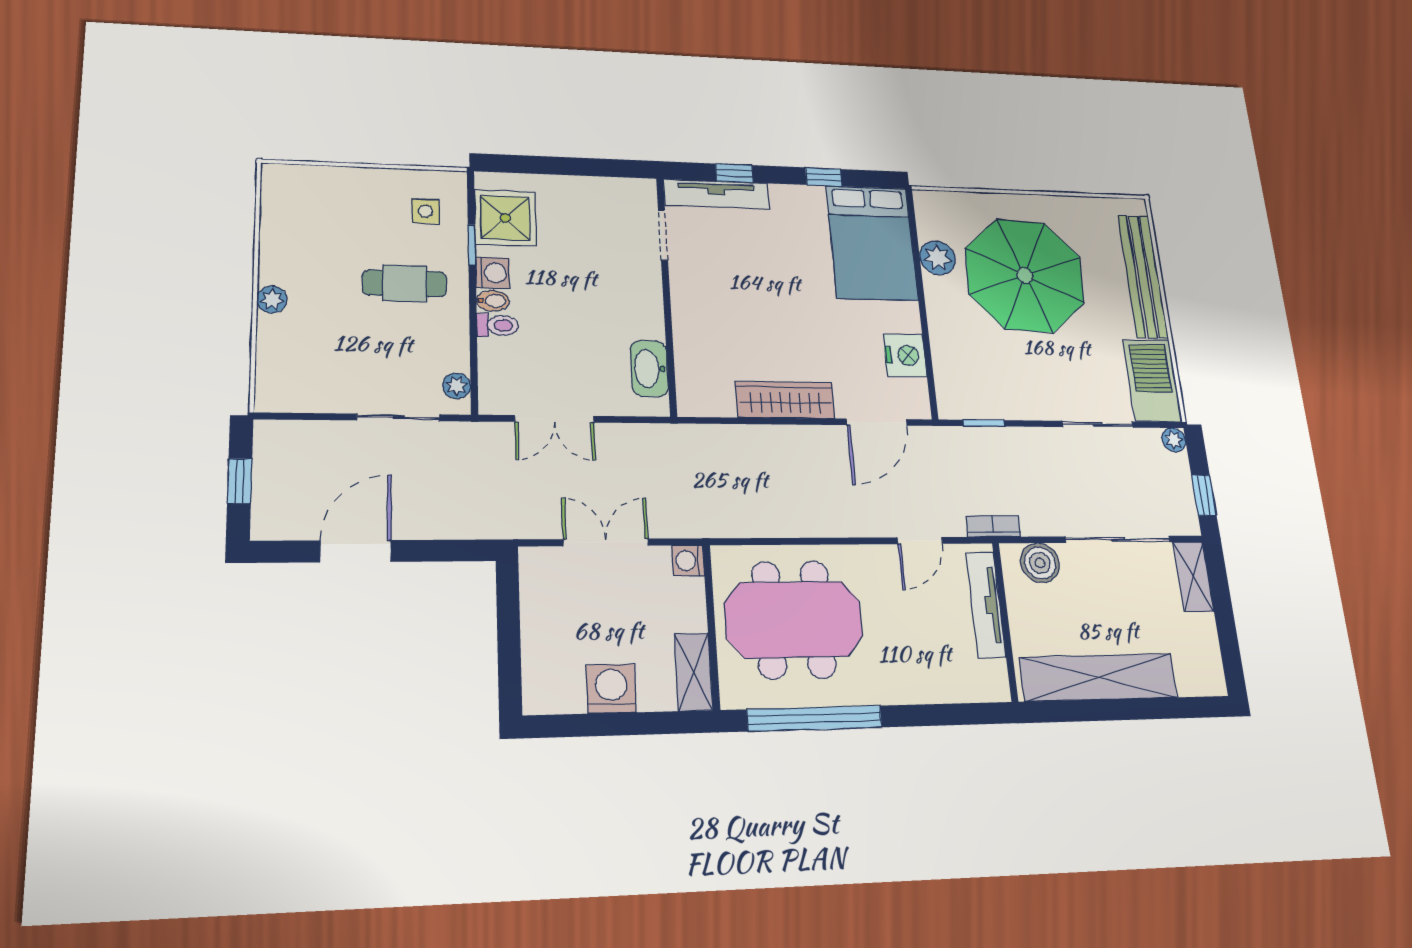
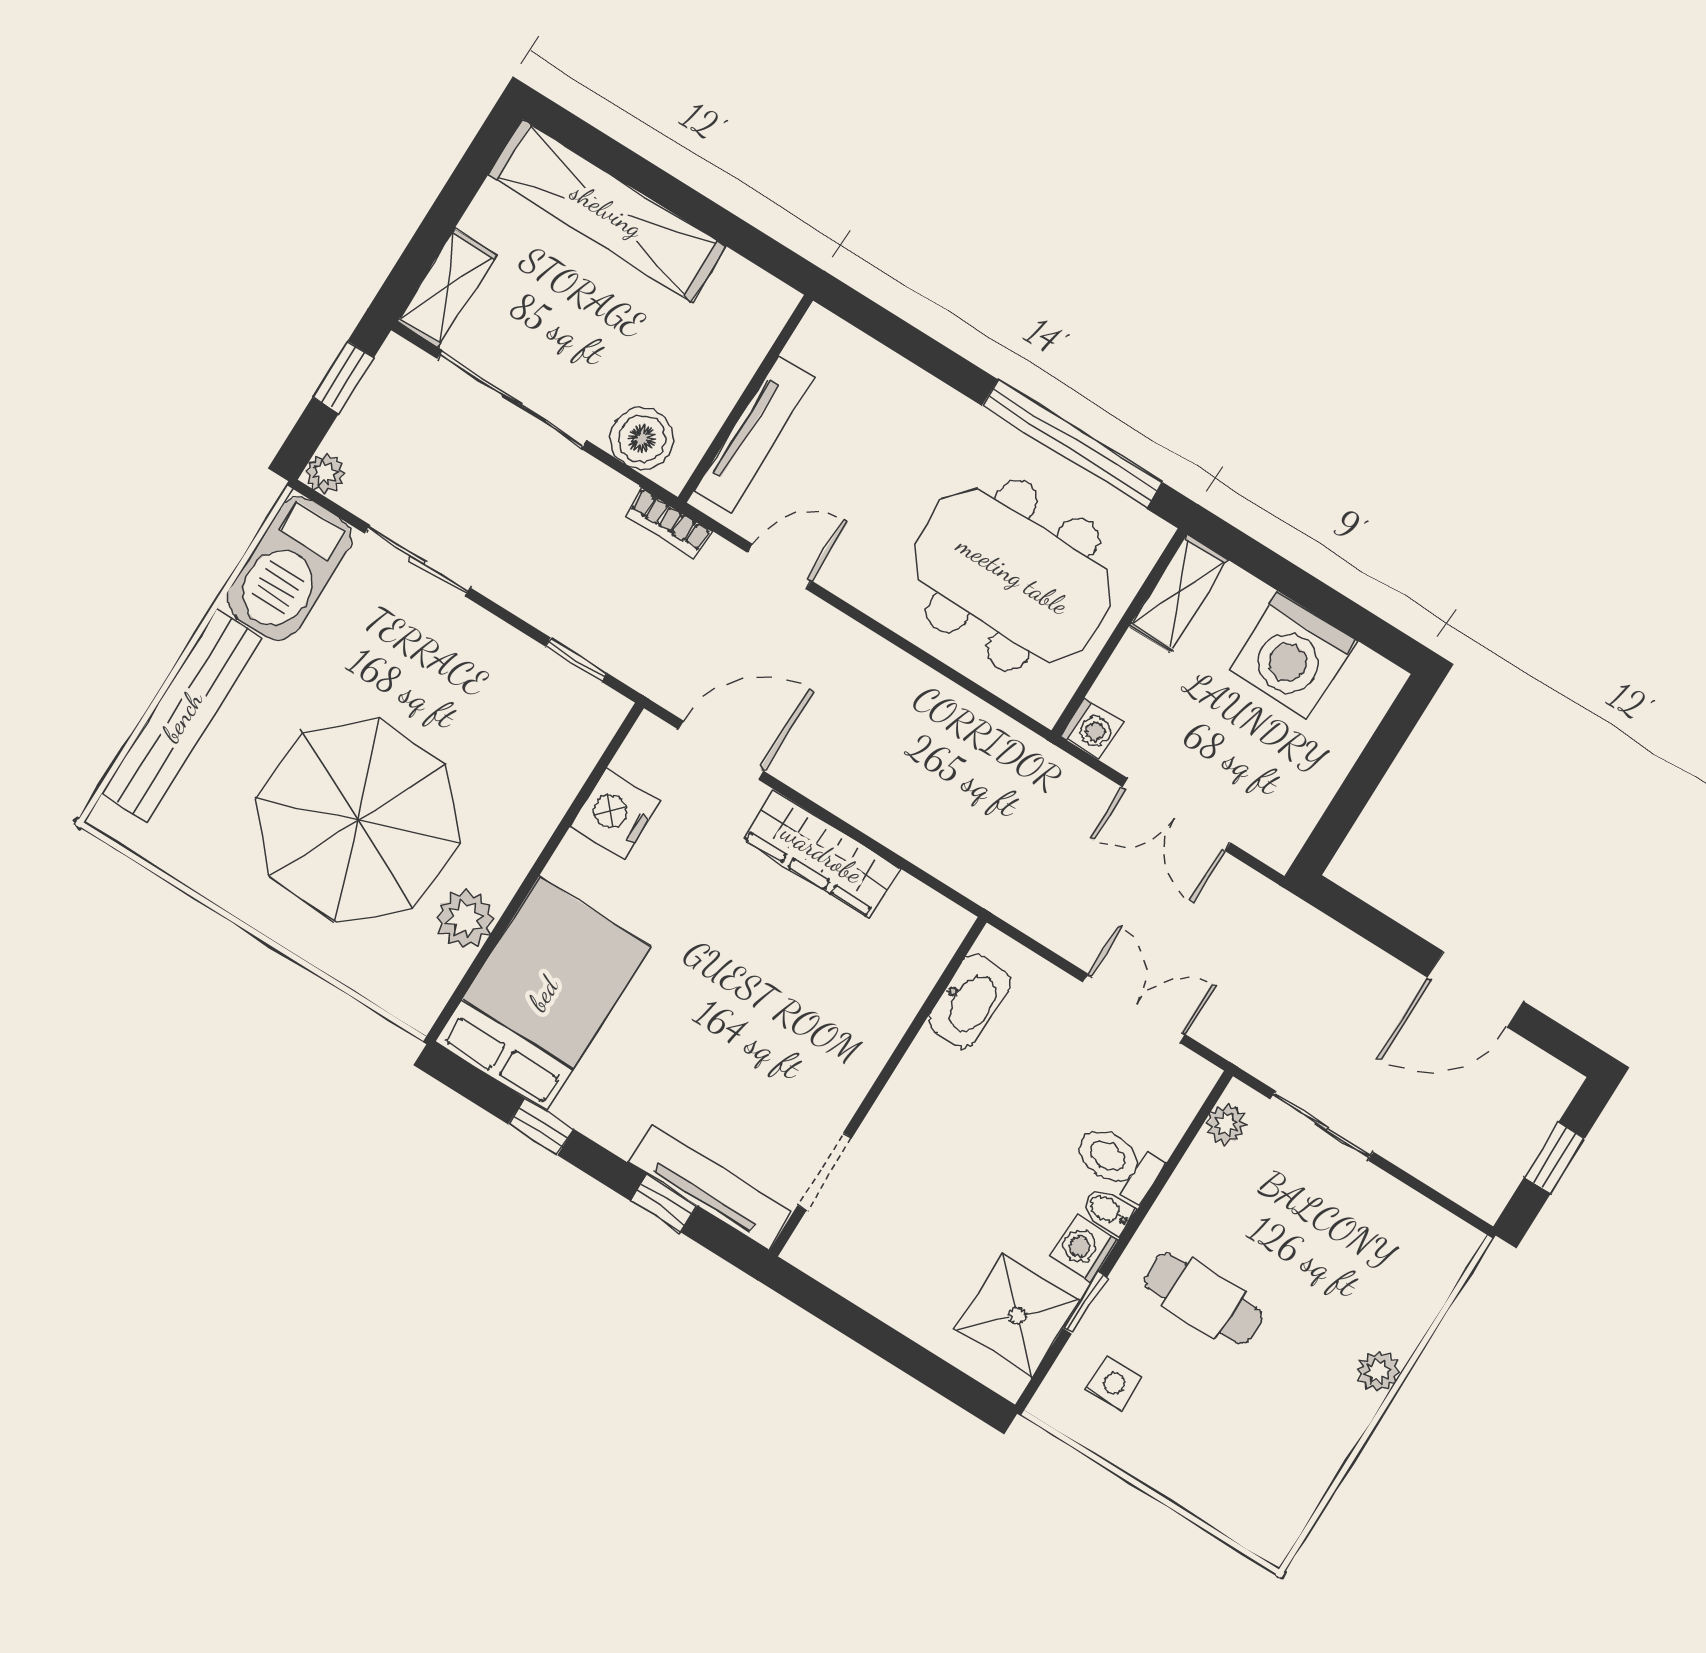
toilet: (498, 325) -> (1117, 1162), width x1.37, depth x1.39
shelving: (1098, 677) -> (607, 210), moved
washing machine: (611, 689) -> (1293, 655), width x1.37, depth x1.37

